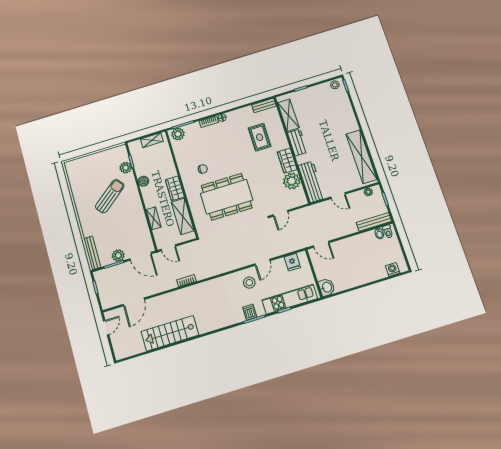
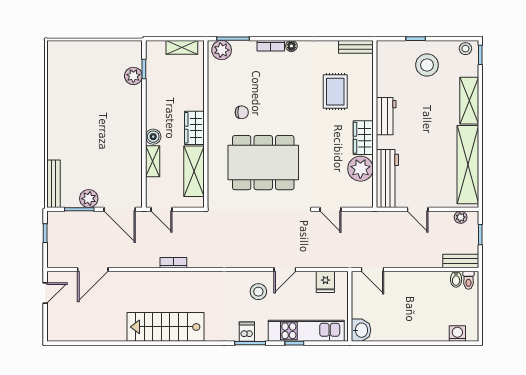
stool: (314, 103) -> (427, 65), added
shelving: (288, 115) -> (469, 101), moved
boiler: (143, 181) -> (153, 137), moved
sun lounger: (110, 196) -> (100, 110), removed
door: (280, 213) -> (331, 209), hinge flipped
bench: (374, 222) -> (461, 261), width x0.73
stairs: (170, 333) -> (166, 327), moved

